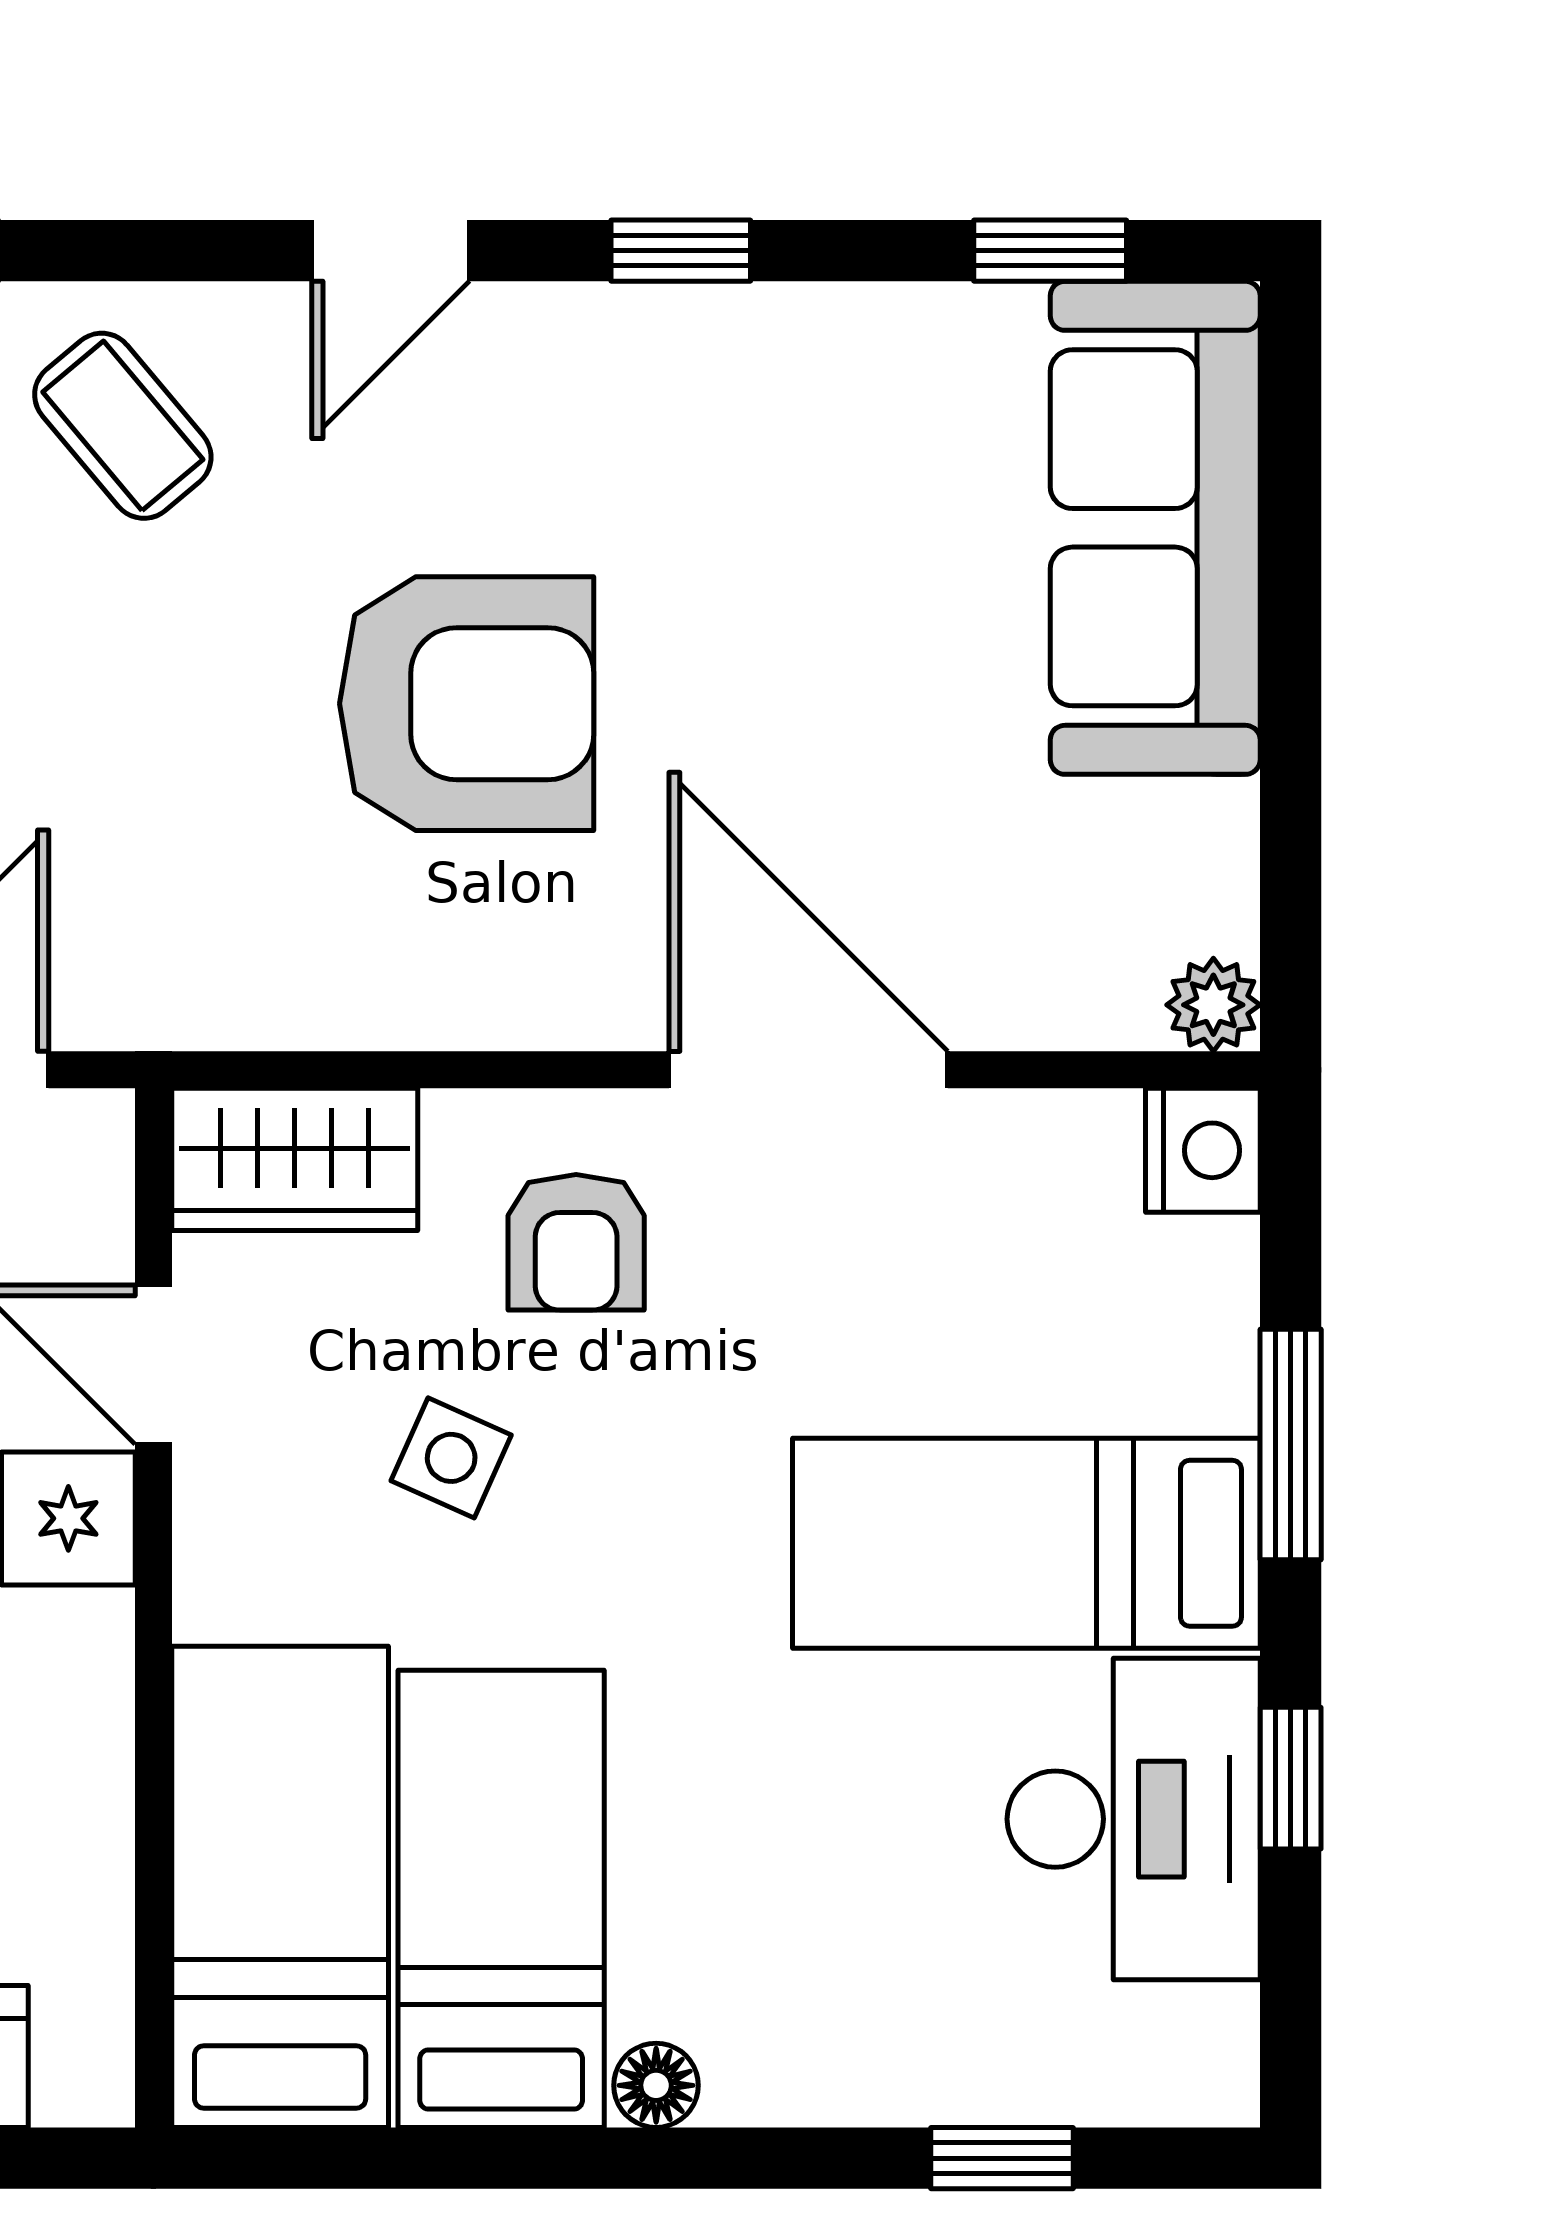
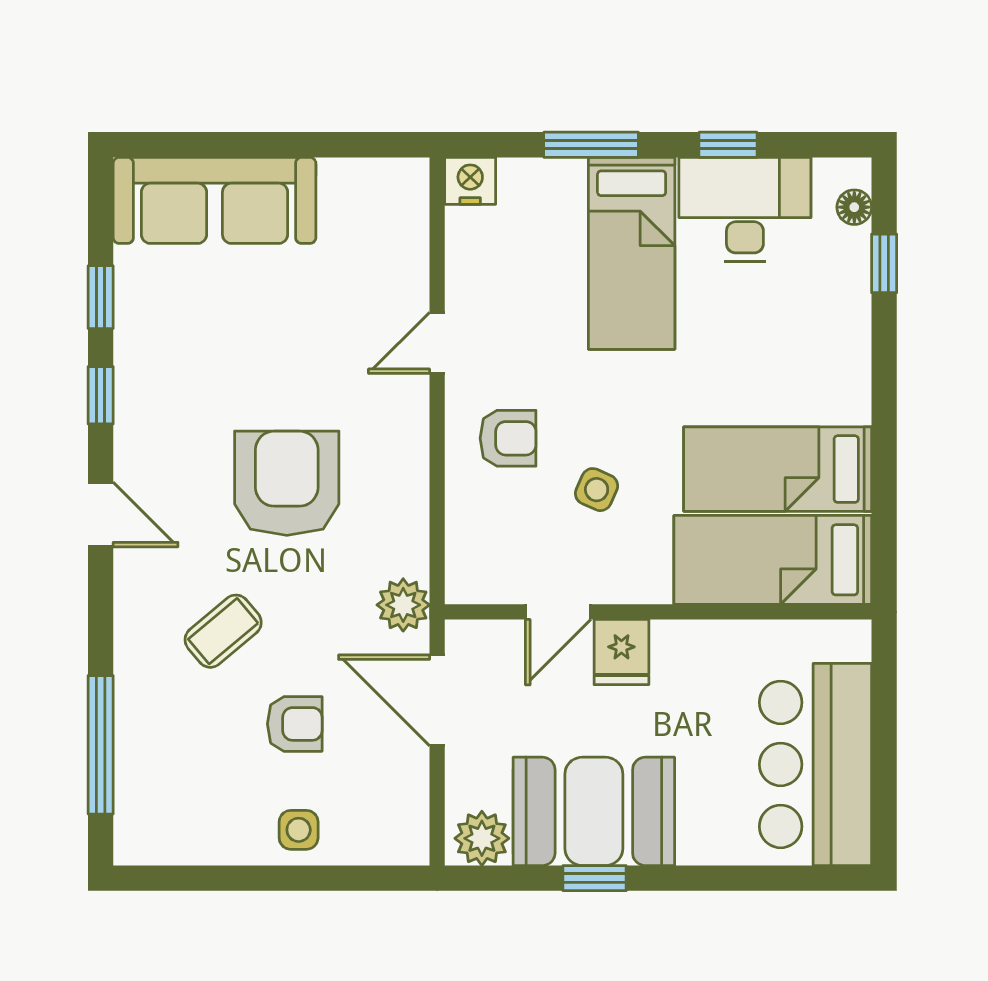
window: (1050, 251) -> (101, 297), moved
coffee table: (123, 426) -> (223, 631), moved
plant: (1213, 1005) -> (403, 605), moved, width x1.38, depth x1.38
door: (808, 1070) -> (437, 343), width x0.53
wardrobe: (295, 1159) -> (474, 554), removed
floor lamp: (656, 2085) -> (854, 207), moved

